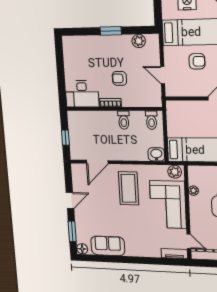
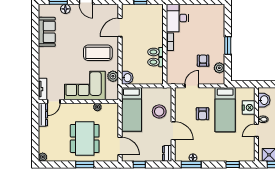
armchair: (119, 78) -> (203, 61), moved
stool: (196, 116) -> (159, 111), added
toilet: (151, 120) -> (156, 62), moved
door: (97, 162) -> (120, 27), hinge flipped
plant: (175, 172) -> (113, 76), moved
floor lamp: (82, 249) -> (65, 9), moved

